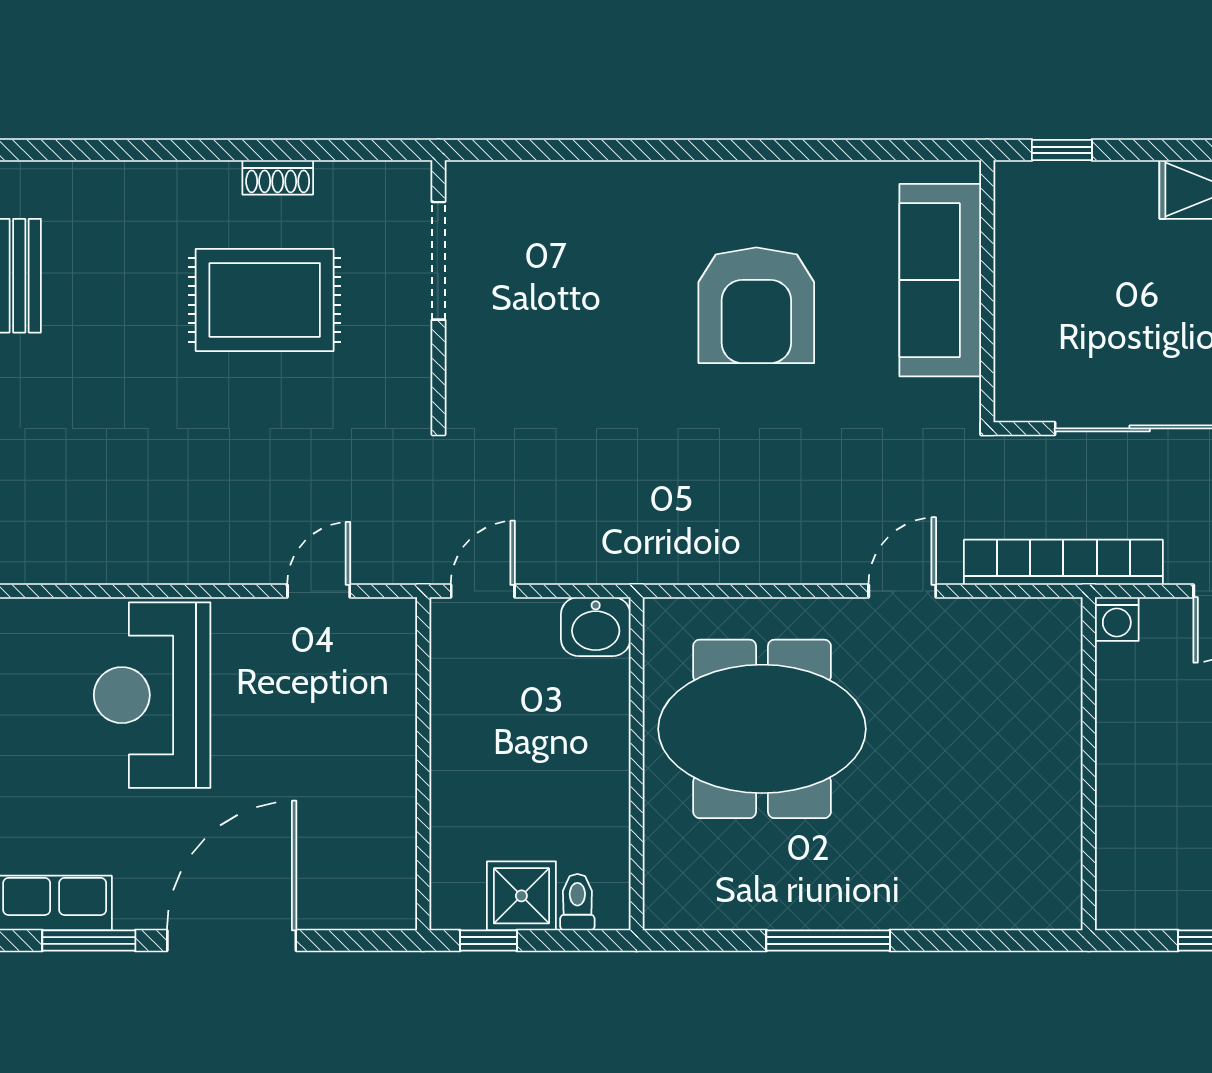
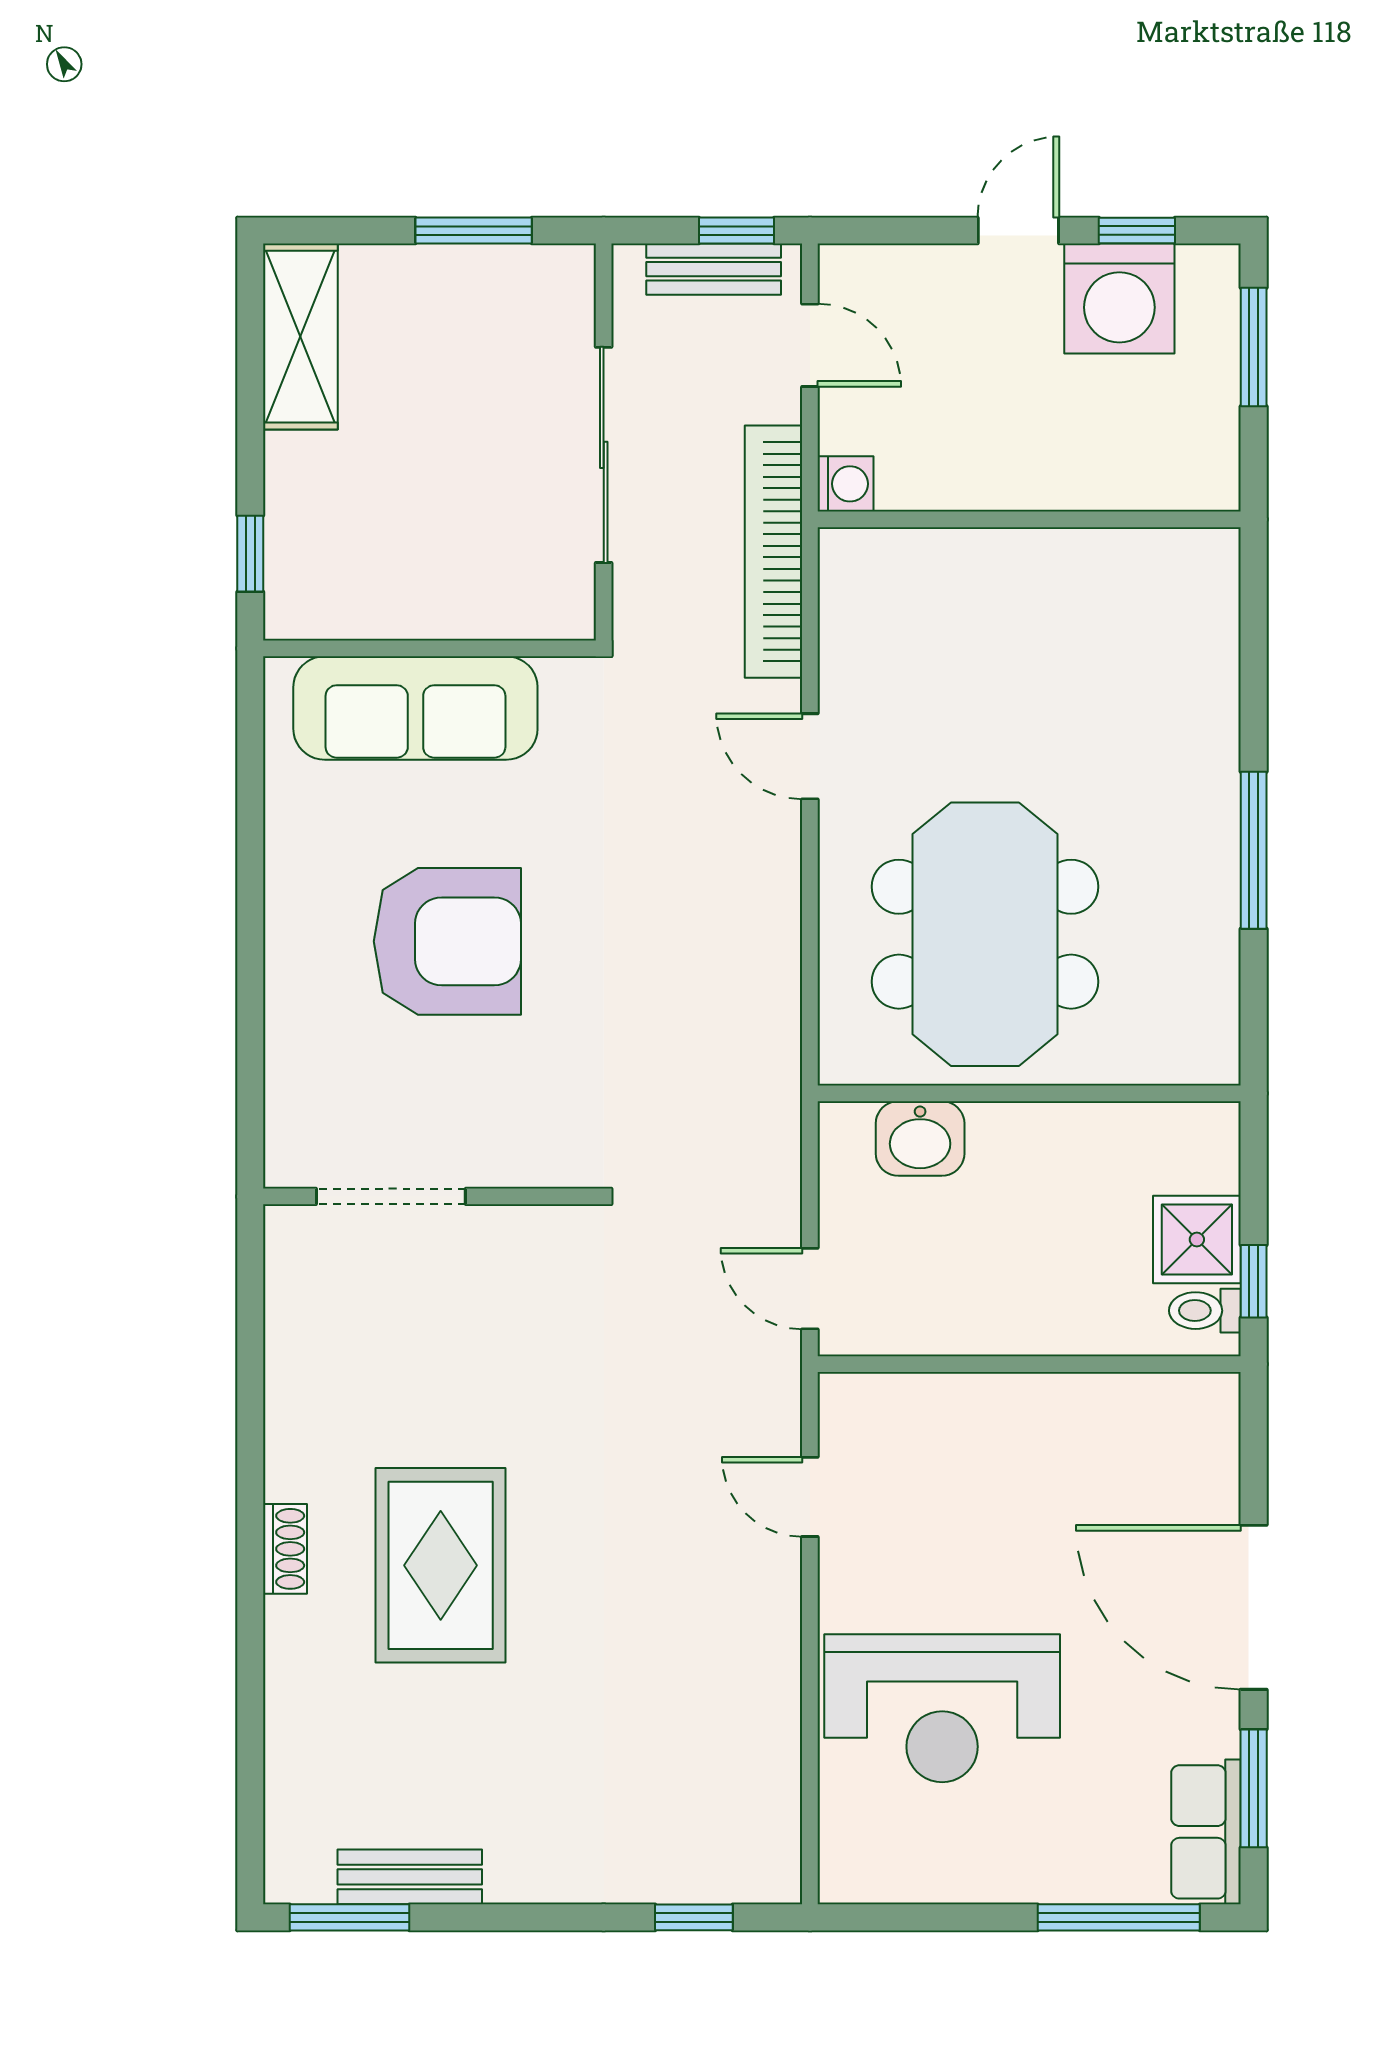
doorway: (438, 261) -> (391, 1196), moved
wall: (438, 291) -> (430, 1196), moved
washbasin: (596, 627) -> (920, 1138), moved, turned 90
toilet: (577, 902) -> (1205, 1311), moved

